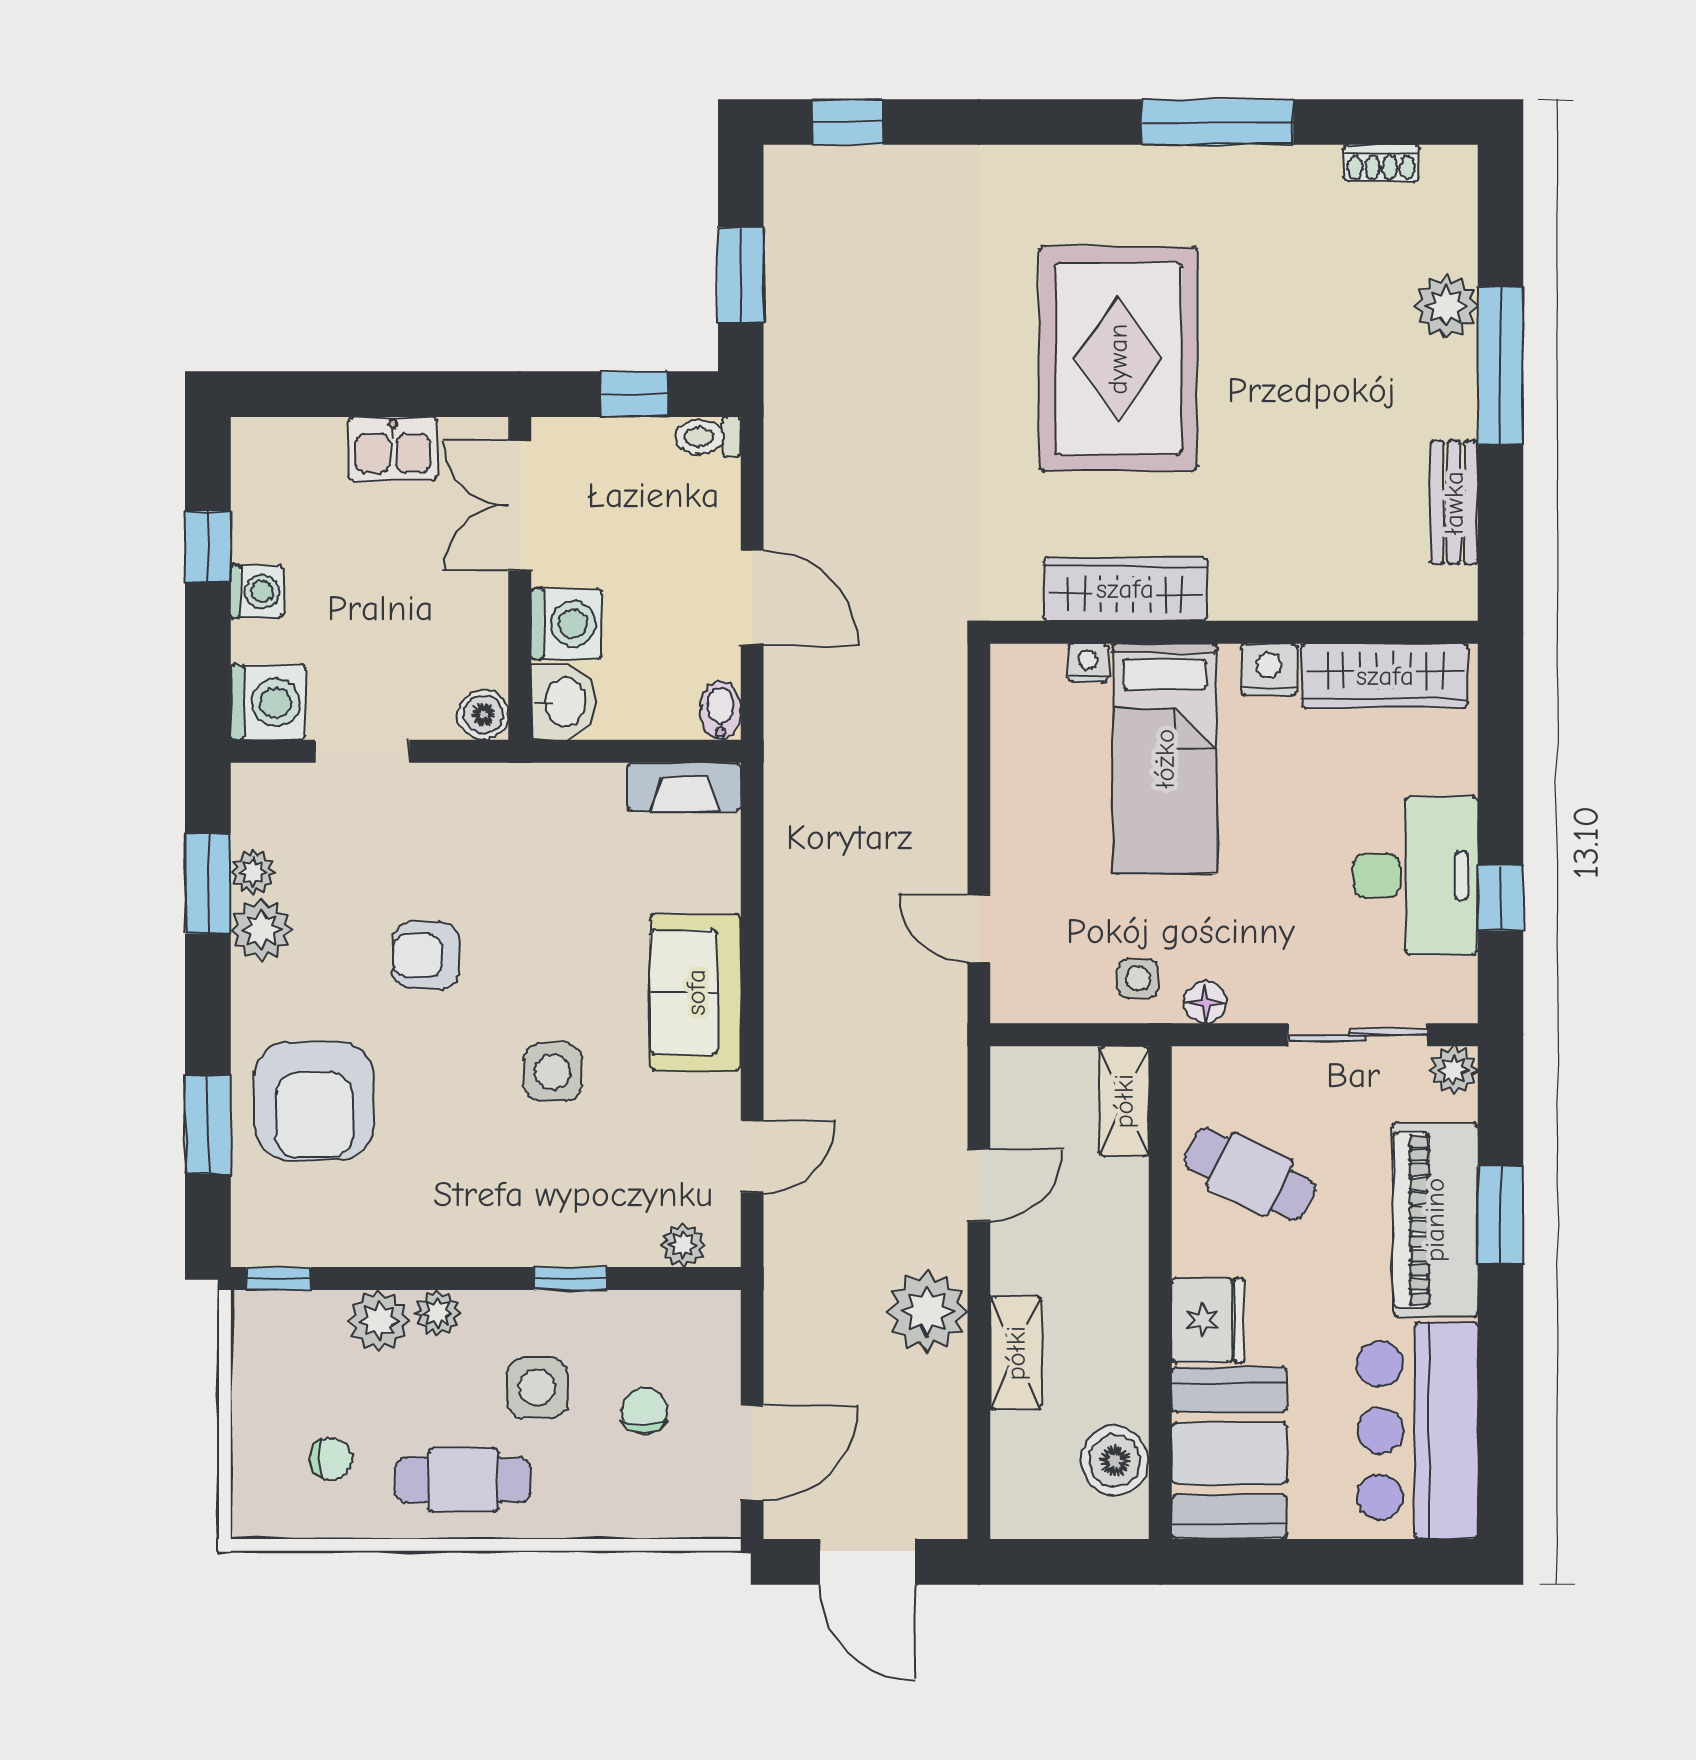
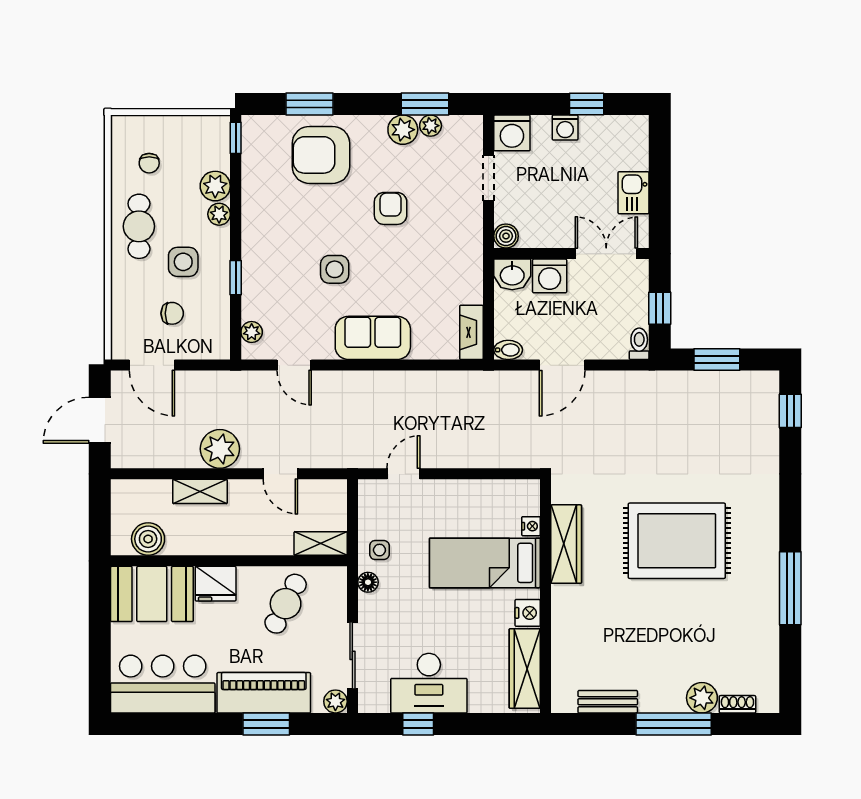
shoe rack: (1381, 163) -> (737, 704), moved, turned 90

